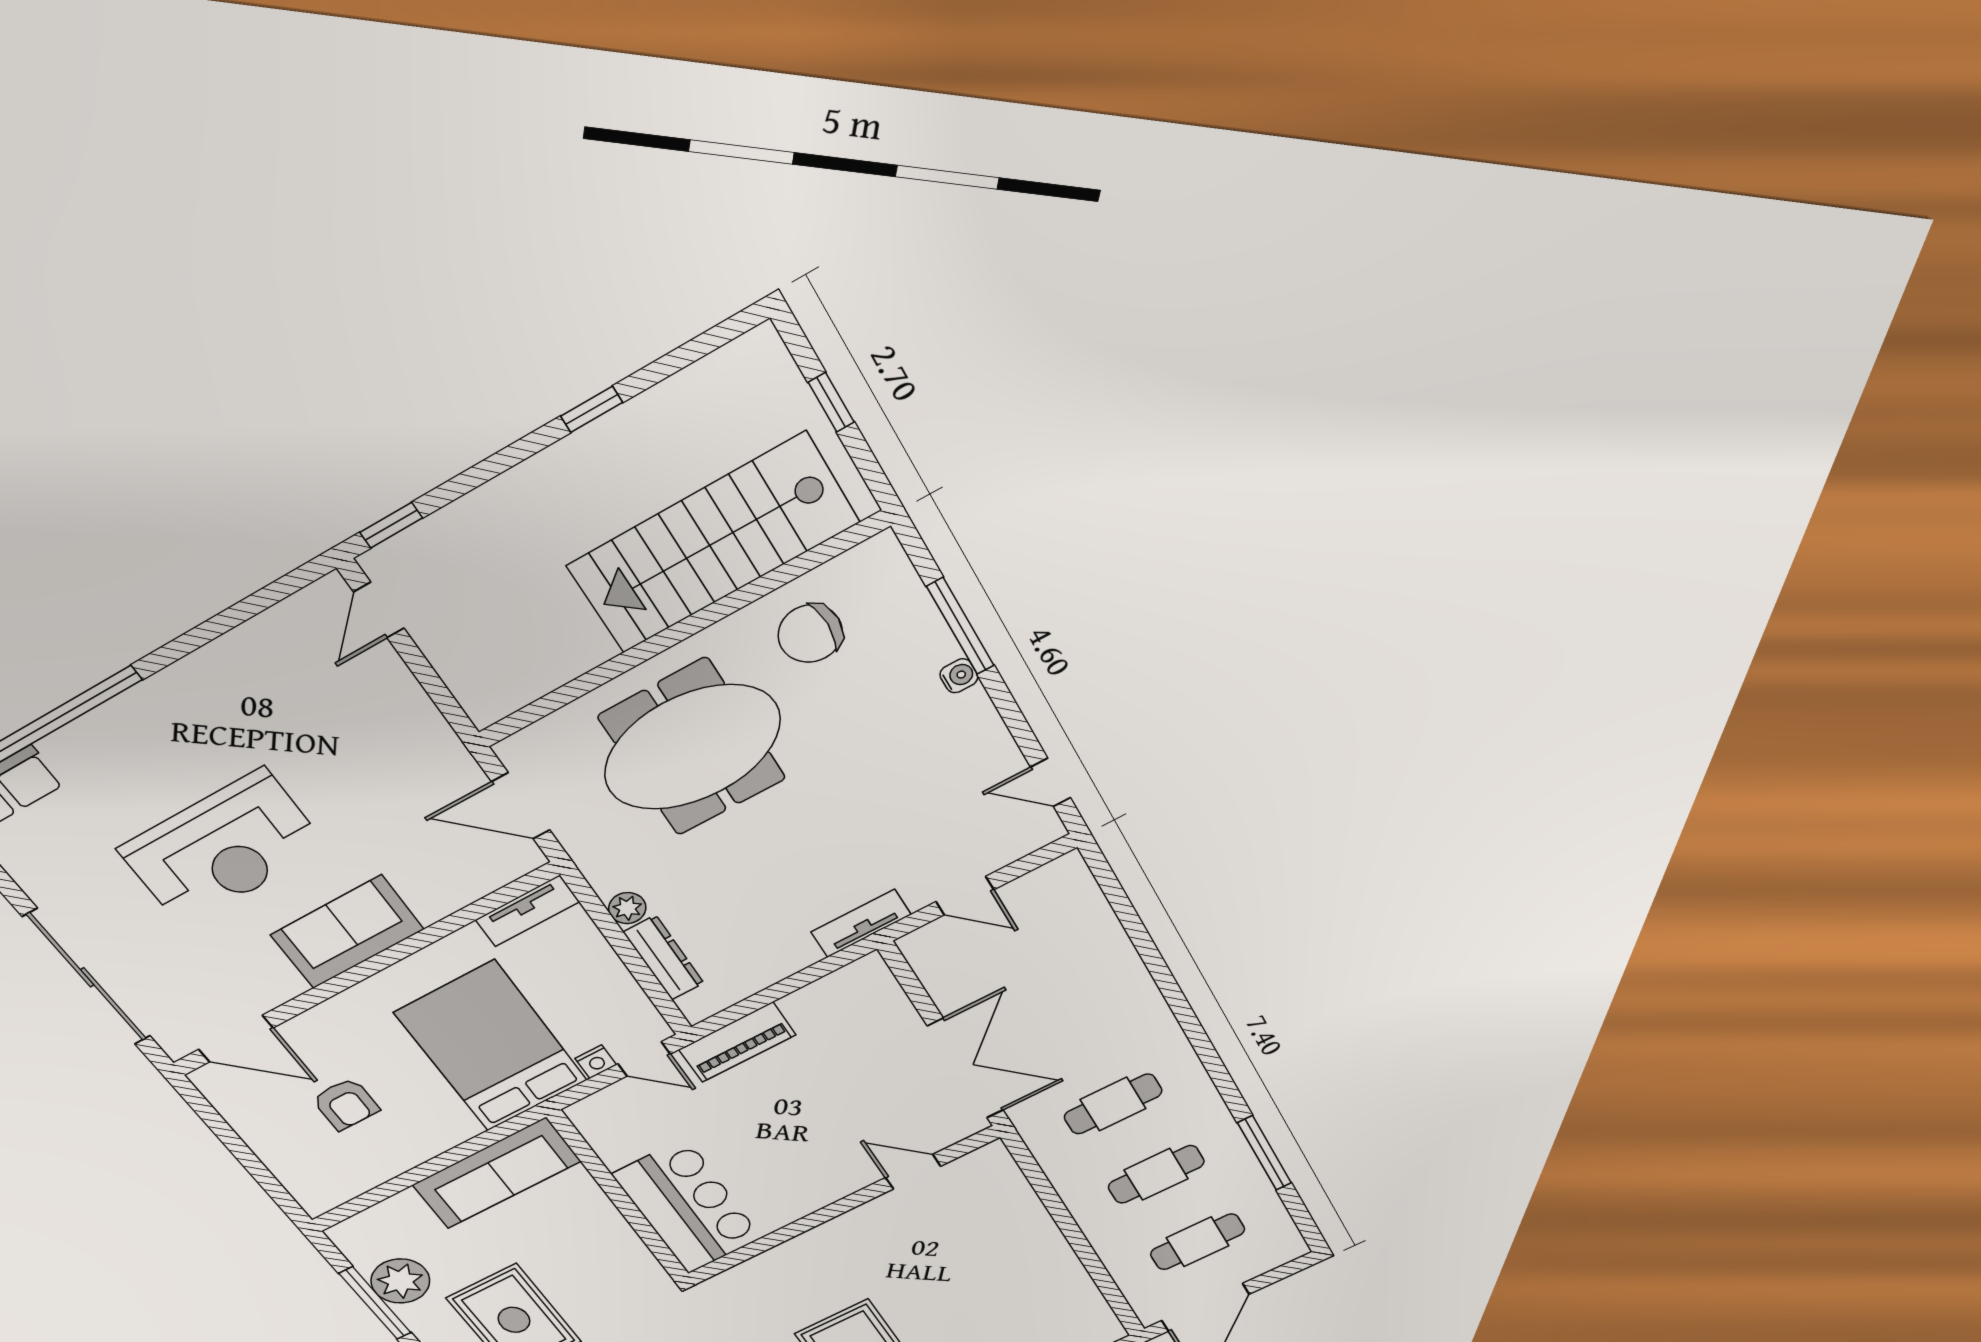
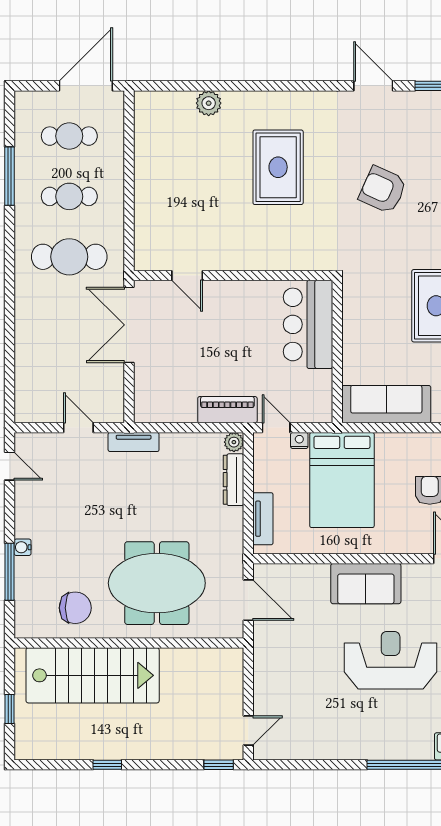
plant: (627, 908) -> (234, 442), moved
tv unit: (527, 911) -> (263, 519), moved, turned 90
cafe table: (1113, 1104) -> (69, 257), width x1.37, depth x1.35

